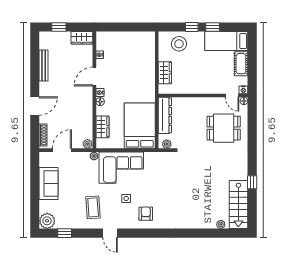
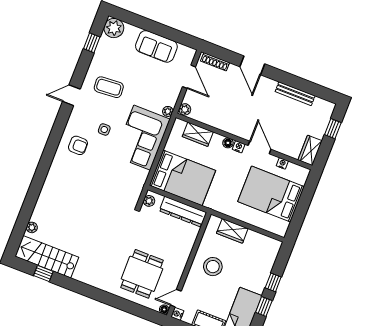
stool: (179, 44) -> (213, 267), moved
bed: (126, 54) -> (271, 194), added
window: (252, 182) -> (43, 273), moved

